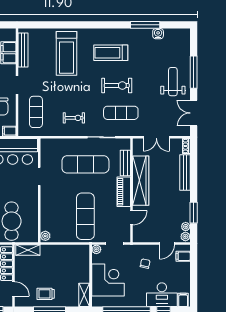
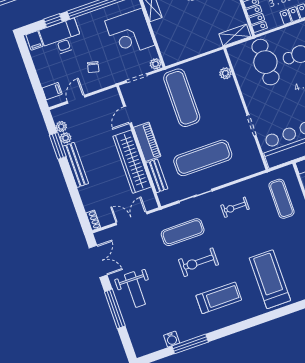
bench: (185, 173) -> (76, 165), moved
plant: (45, 236) -> (225, 73), moved
plant: (185, 236) -> (66, 138), moved

